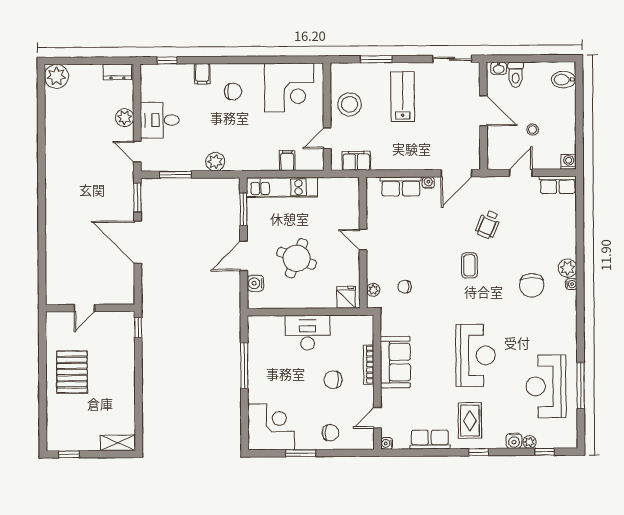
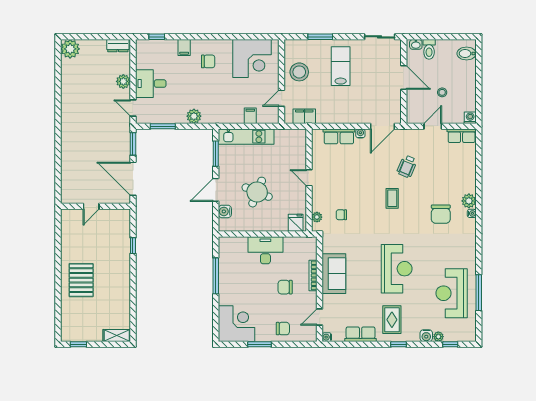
door: (84, 308) -> (91, 206), moved
wall: (90, 308) -> (96, 206), moved

